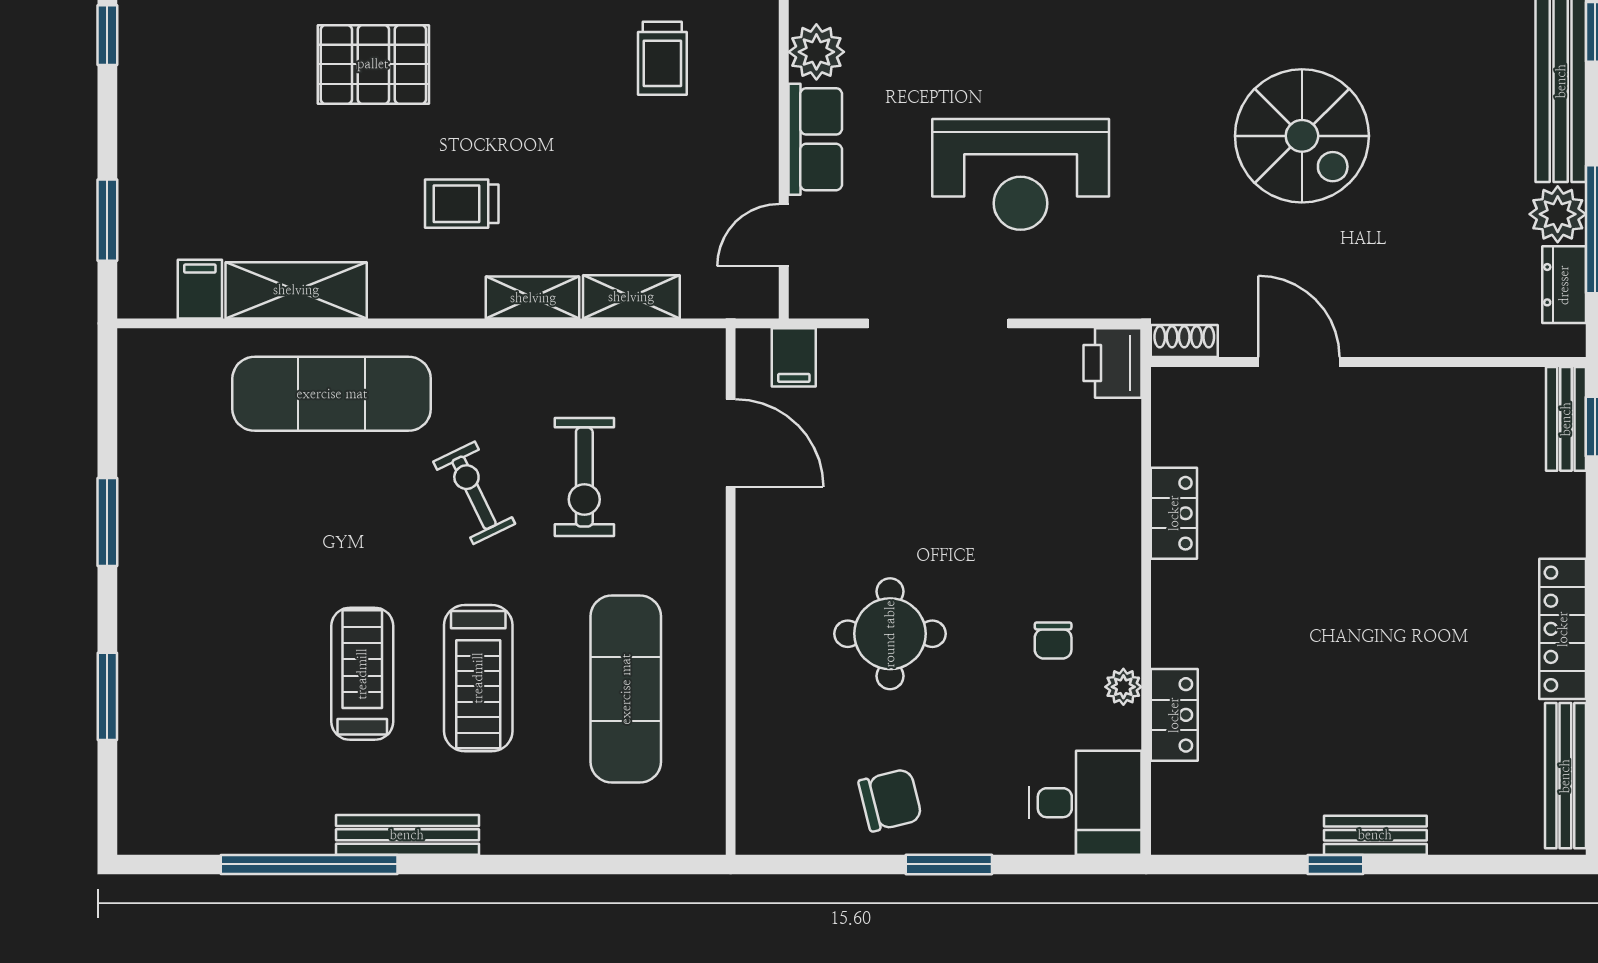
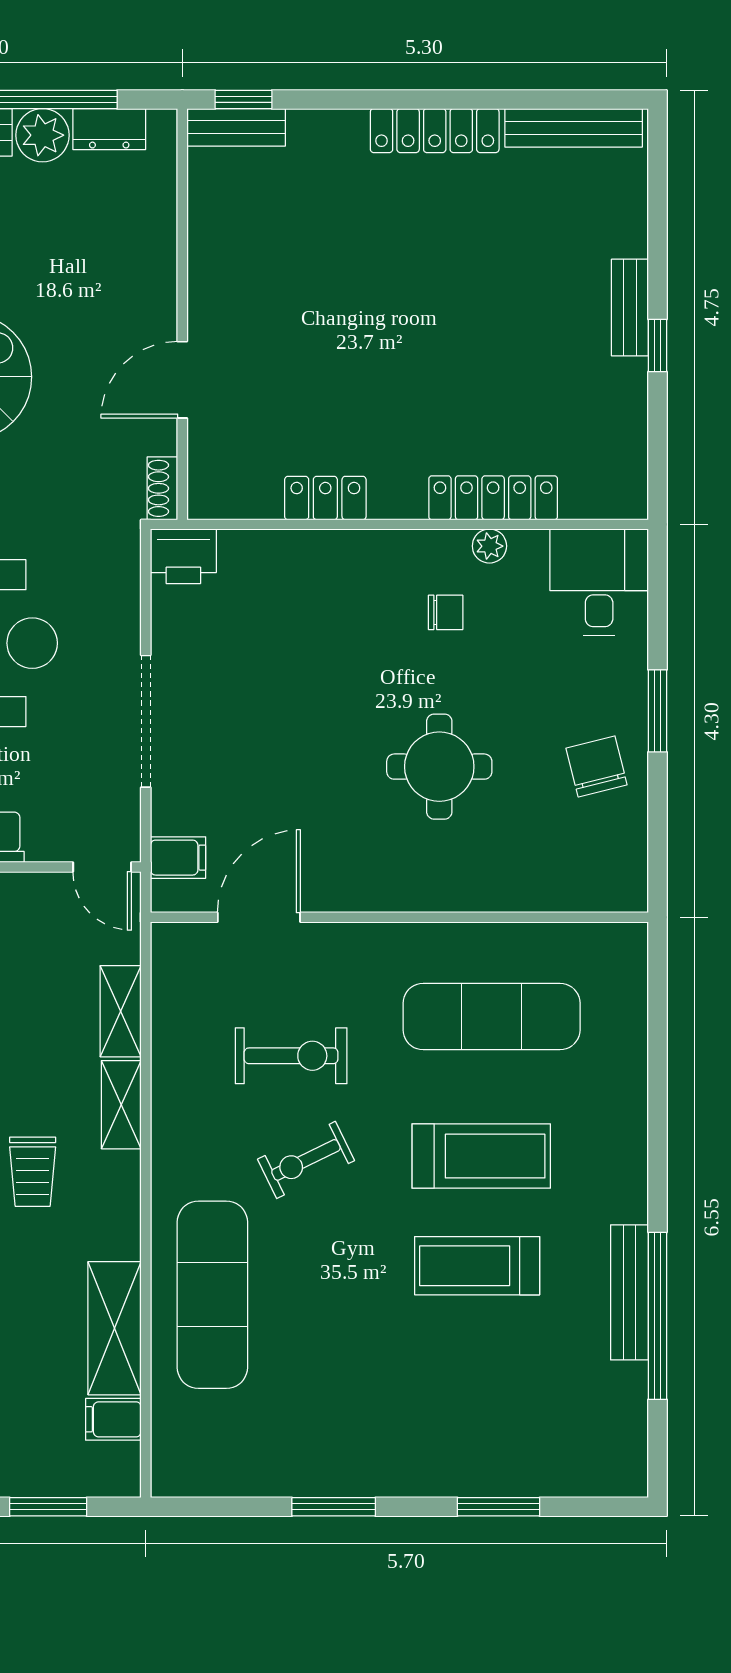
door: (784, 235) -> (102, 867), moved
locker: (1174, 715) -> (493, 498), width x1.53
bench: (407, 835) -> (629, 1292), moved

